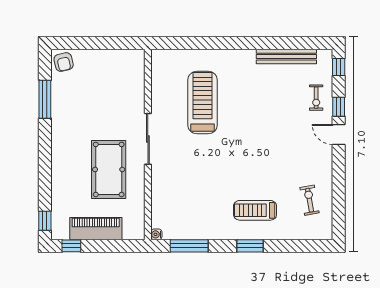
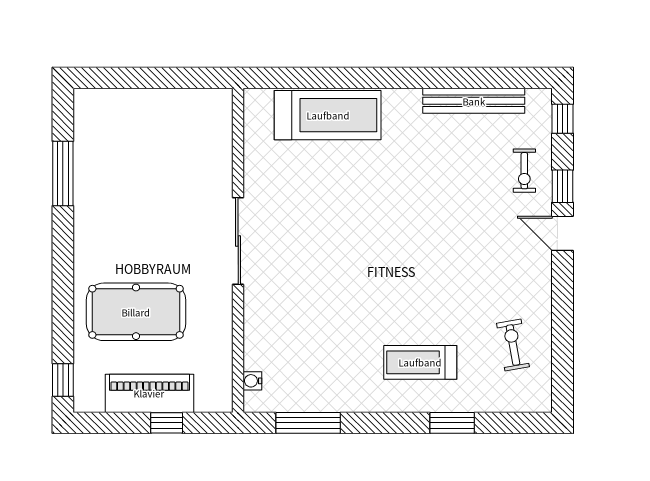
armchair: (64, 62) -> (95, 110), removed
treadmill: (203, 102) -> (328, 115), moved, turned 90
pool table: (109, 169) -> (136, 312), moved, turned 90
water cooler: (156, 234) -> (252, 381), moved
window: (71, 246) -> (167, 423), moved
window: (250, 246) -> (452, 423), moved

